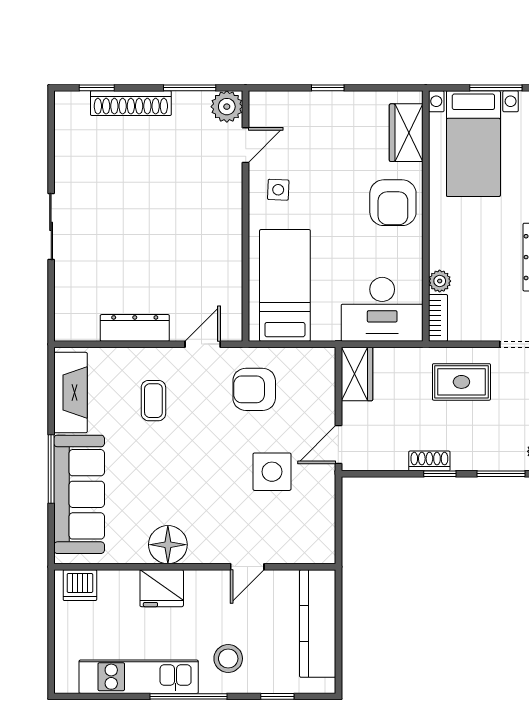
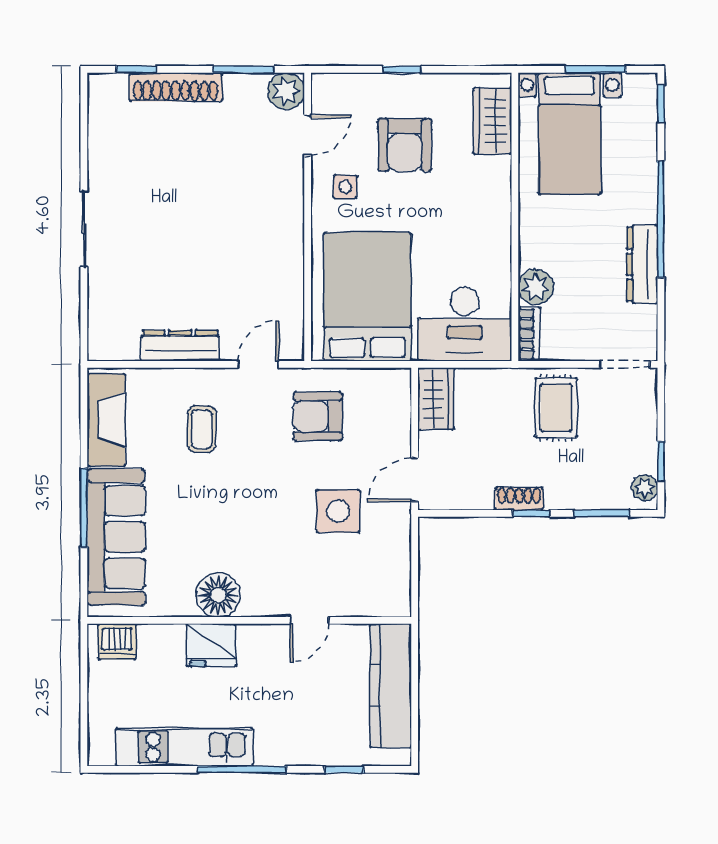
armchair: (393, 203) -> (405, 145), moved
plant: (440, 281) -> (536, 287), width x1.38, depth x1.38
bed: (285, 285) -> (367, 297), width x1.50
rug: (461, 382) -> (556, 408), turned 90
stool: (228, 659) -> (288, 726), removed

